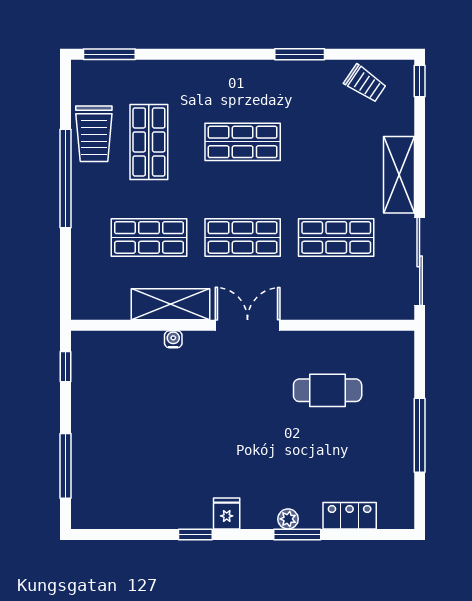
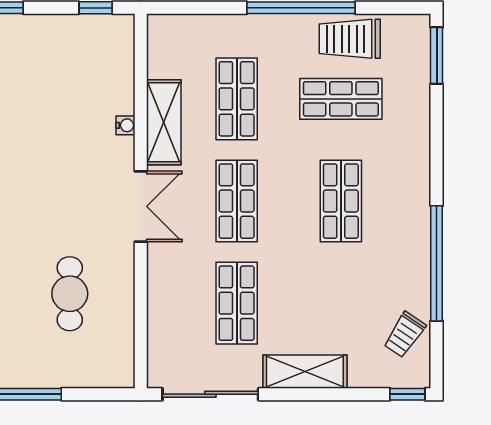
window: (300, 54) -> (437, 263), width x2.11

